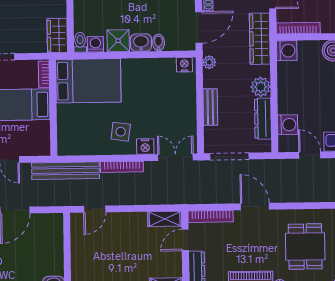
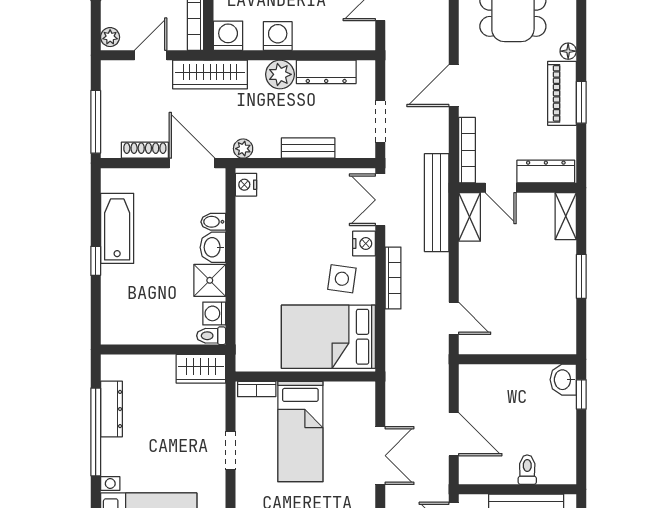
bed: (88, 81) -> (328, 337), moved, turned -90
washing machine: (288, 125) -> (278, 36), moved
doorway: (229, 156) -> (380, 121), width x0.73
bench: (66, 171) -> (437, 203), moved

